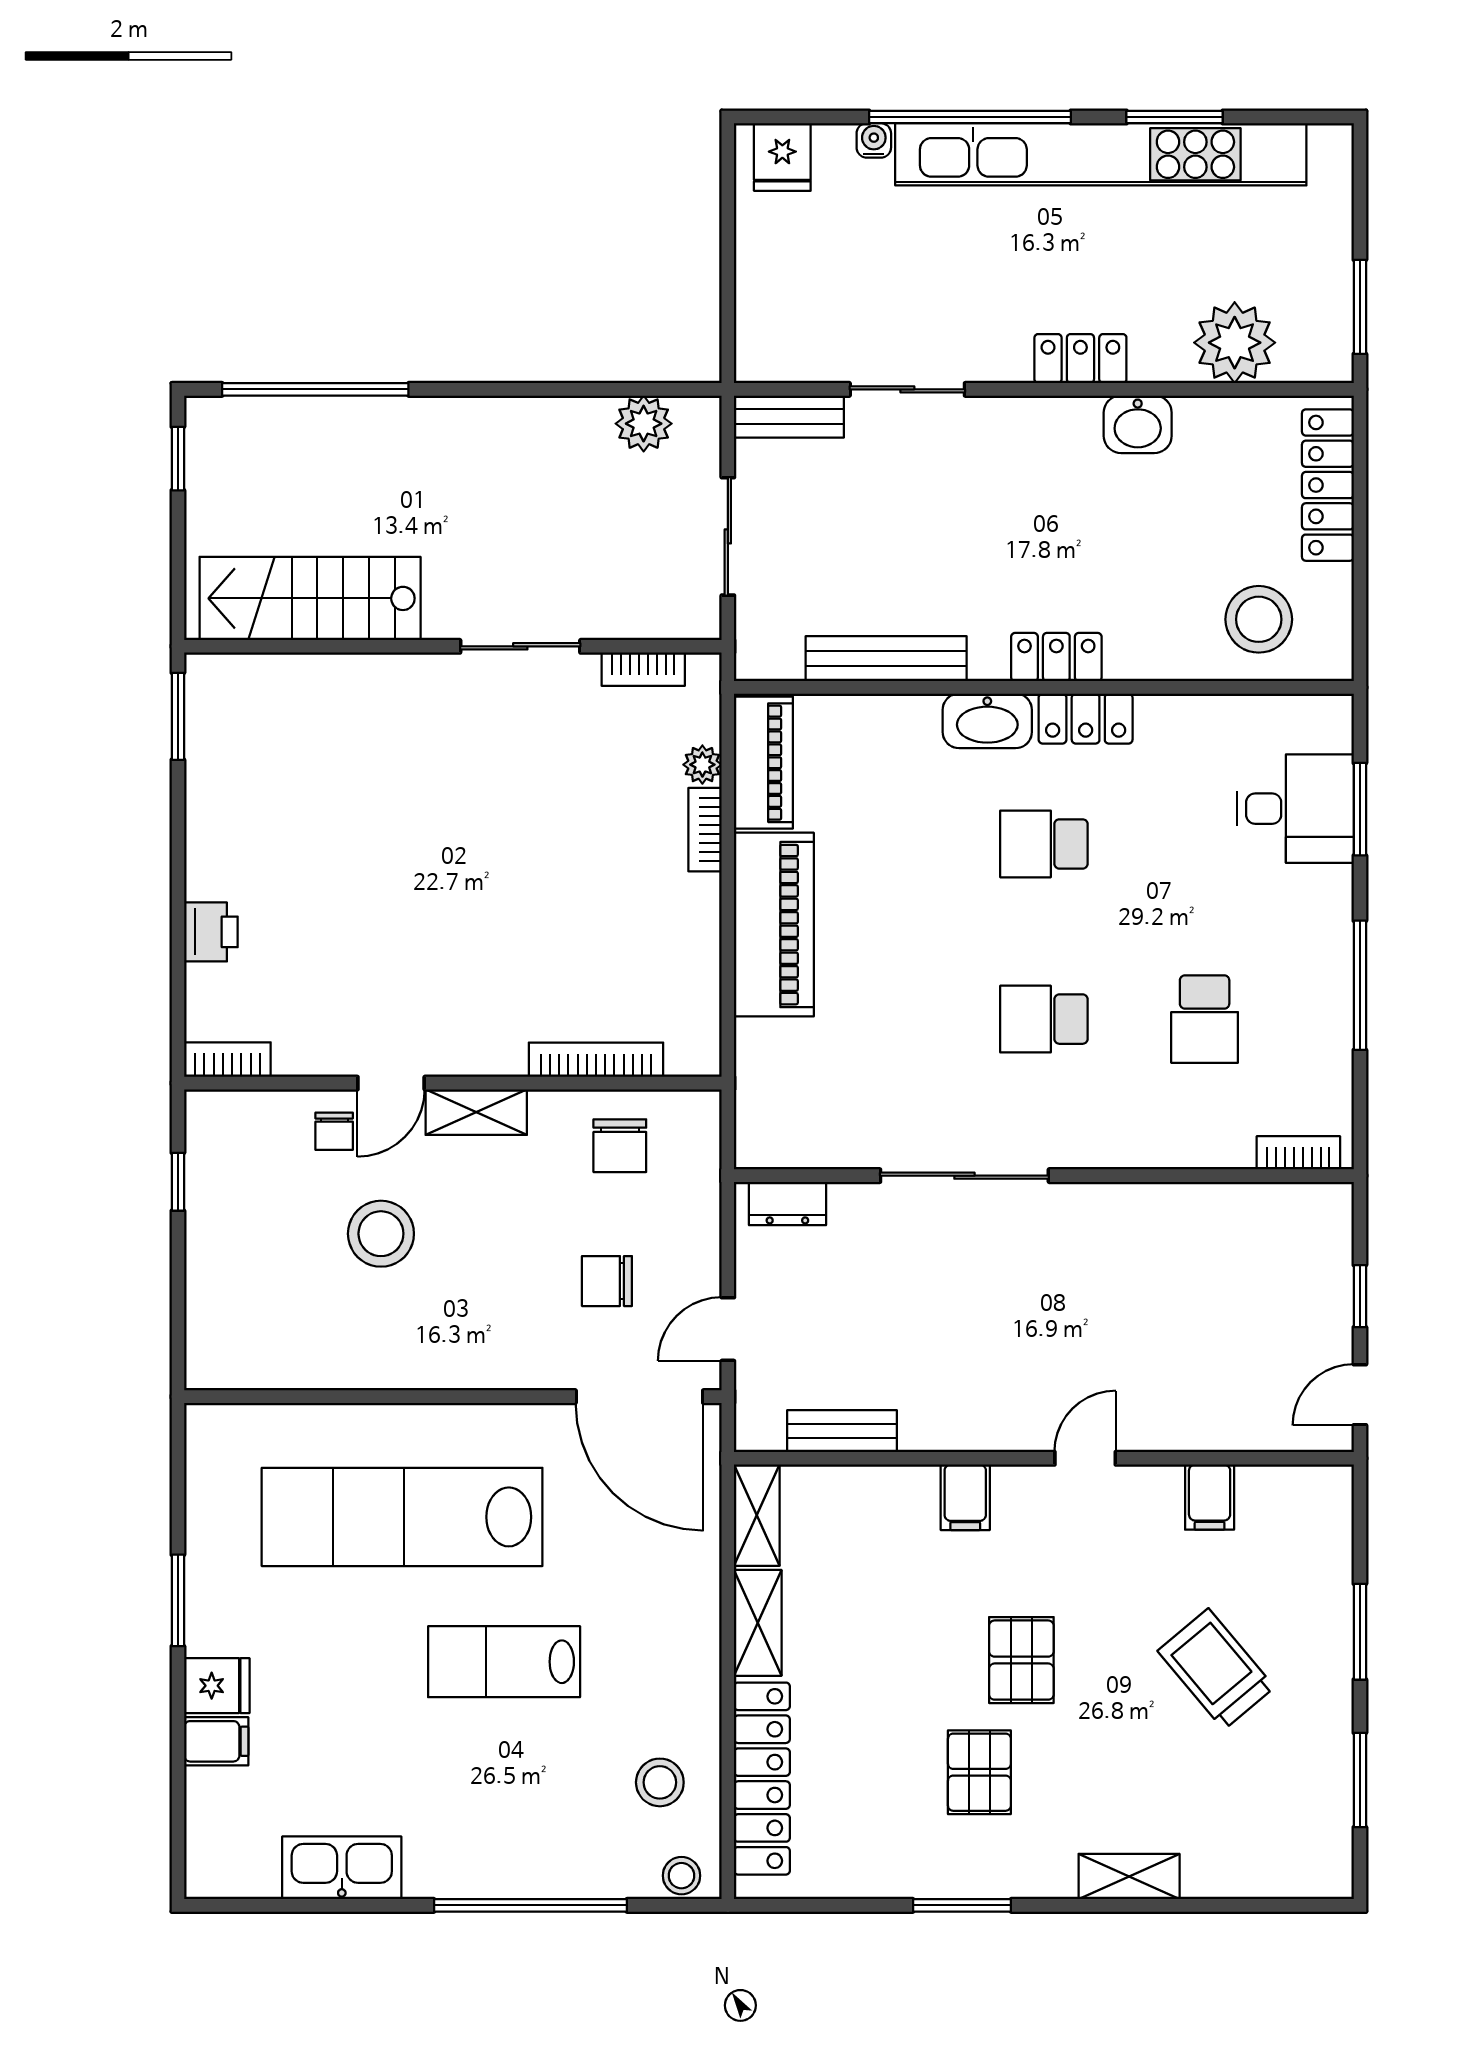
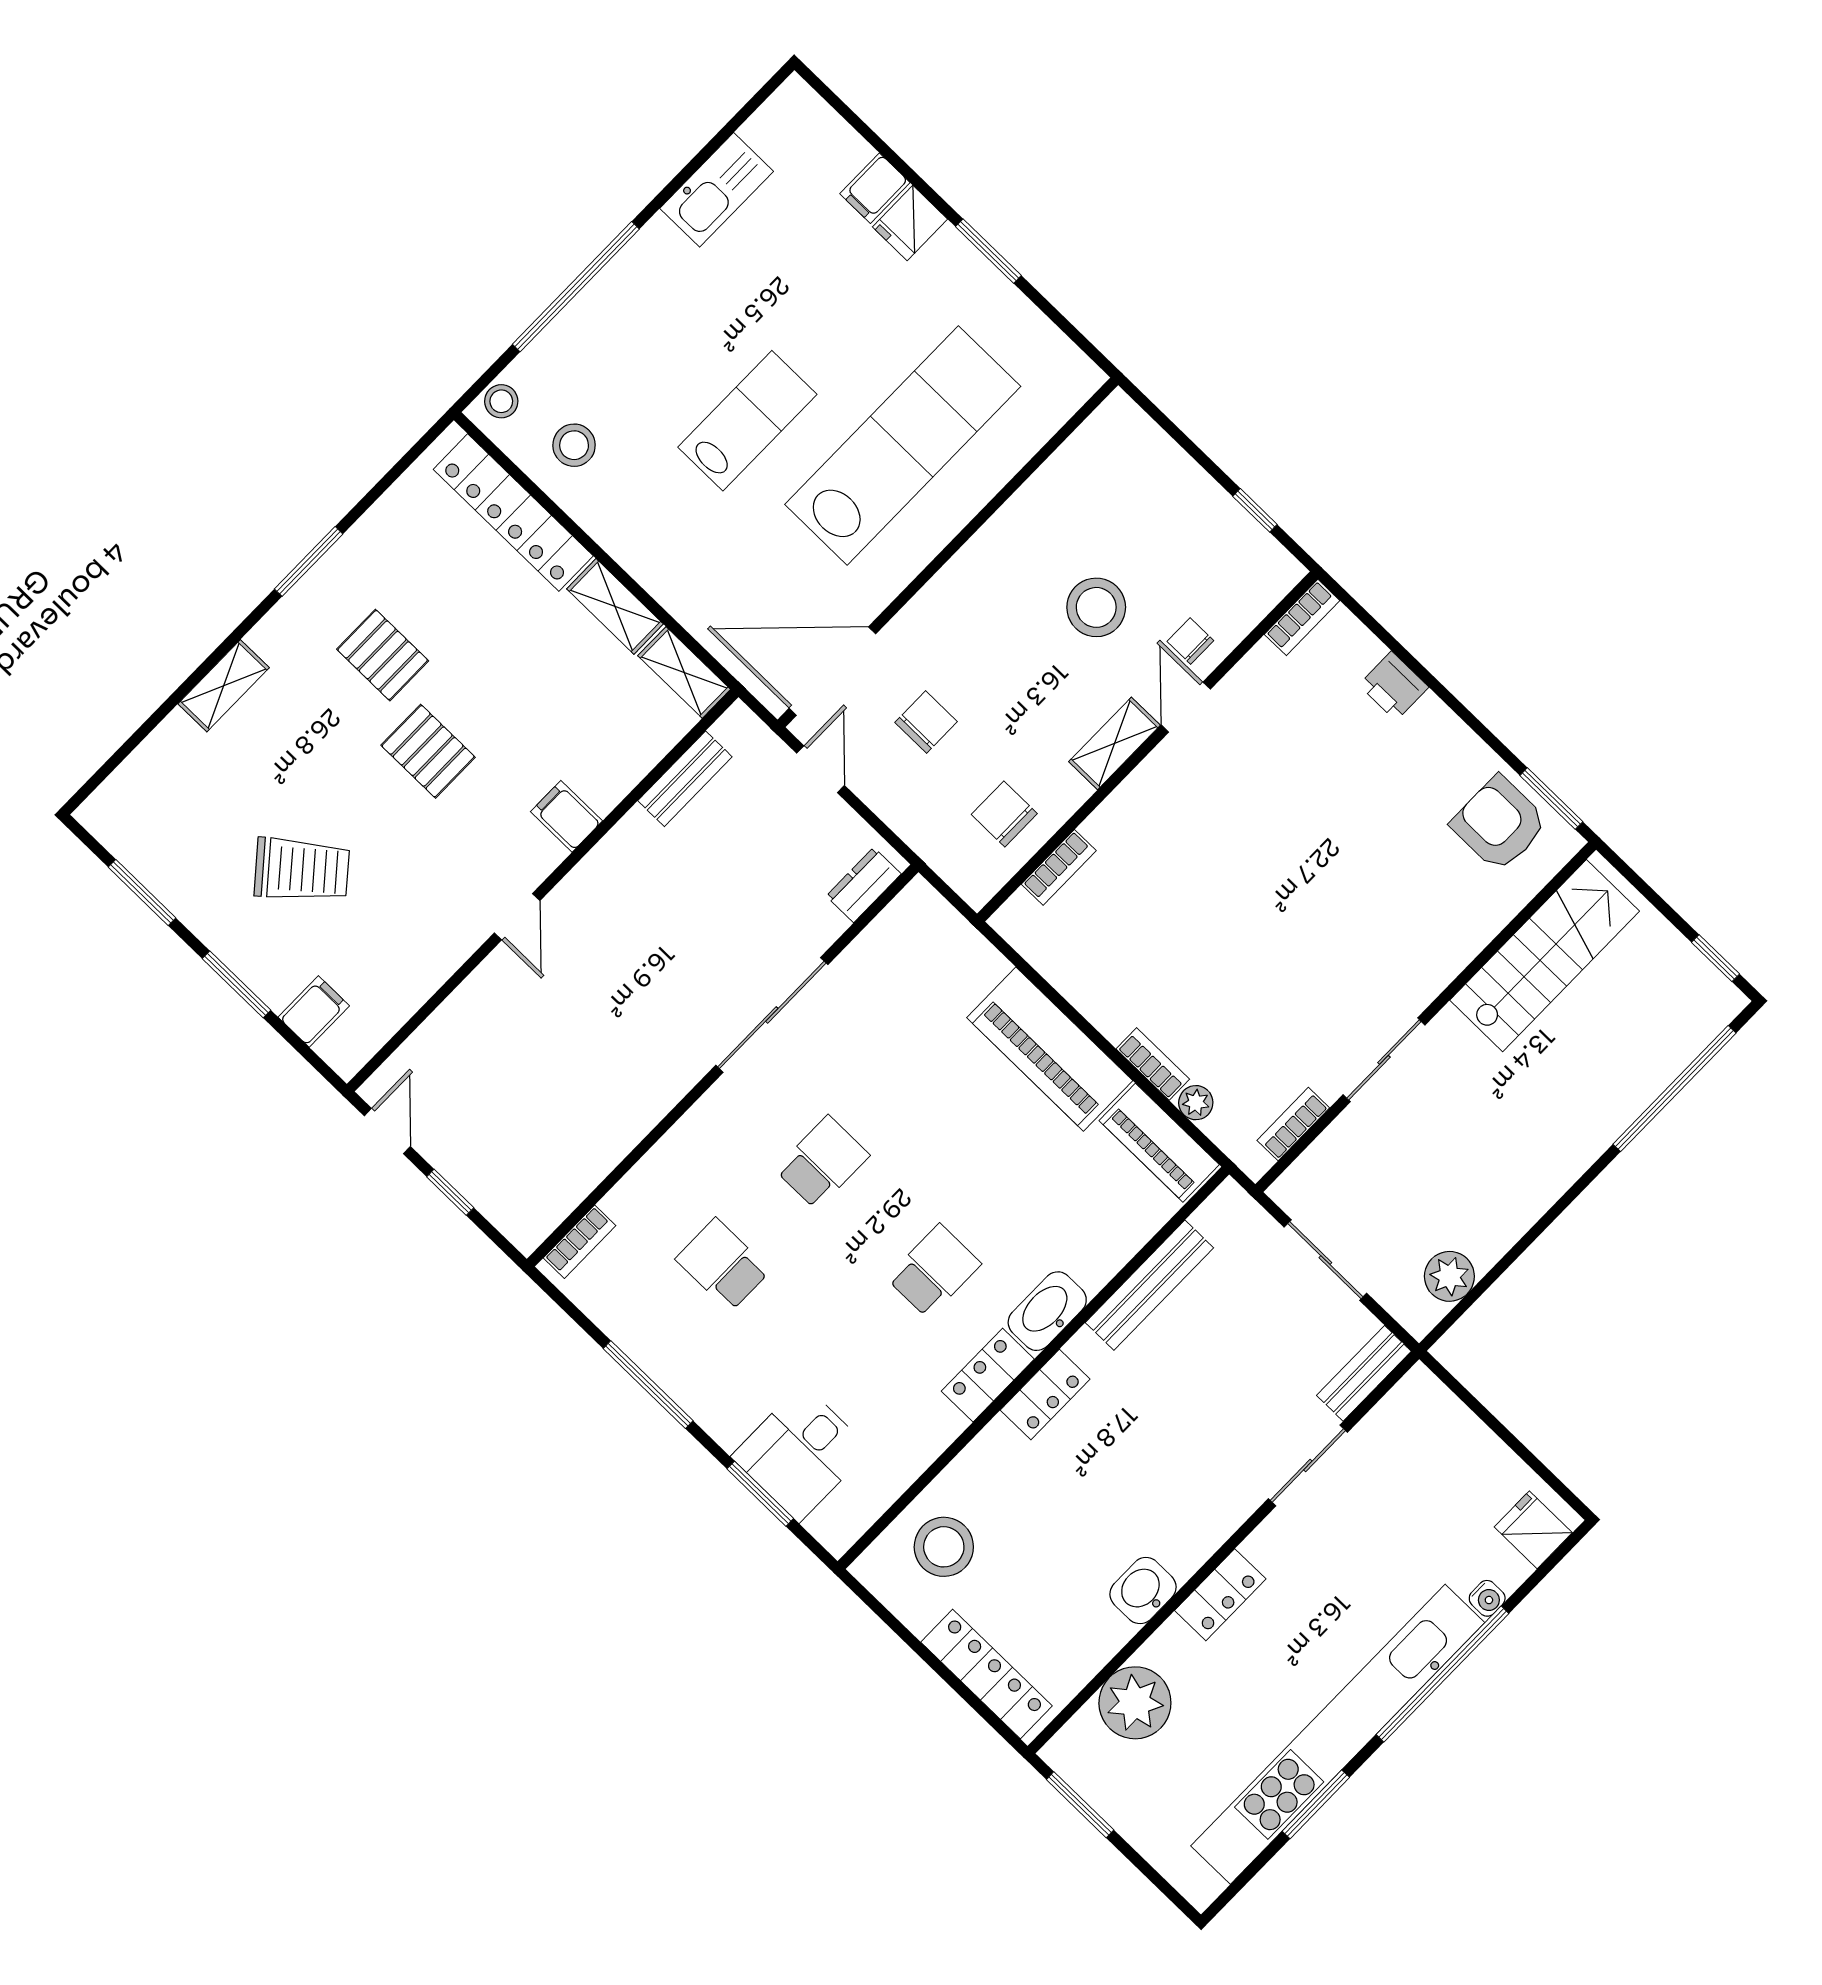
armchair: (239, 739) -> (1499, 824), added
bookcase: (596, 1060) -> (1059, 867), width x0.64
filing cabinet: (1210, 1497) -> (314, 1011), moved, turned 90

